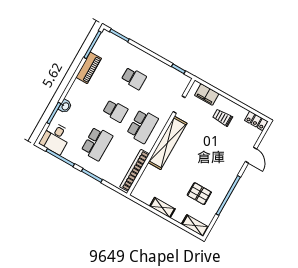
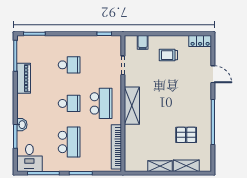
filing cabinet: (207, 94) -> (143, 42), width x0.50
shelving: (168, 143) -> (132, 106), width x0.68
shelving: (195, 226) -> (186, 166), moved

